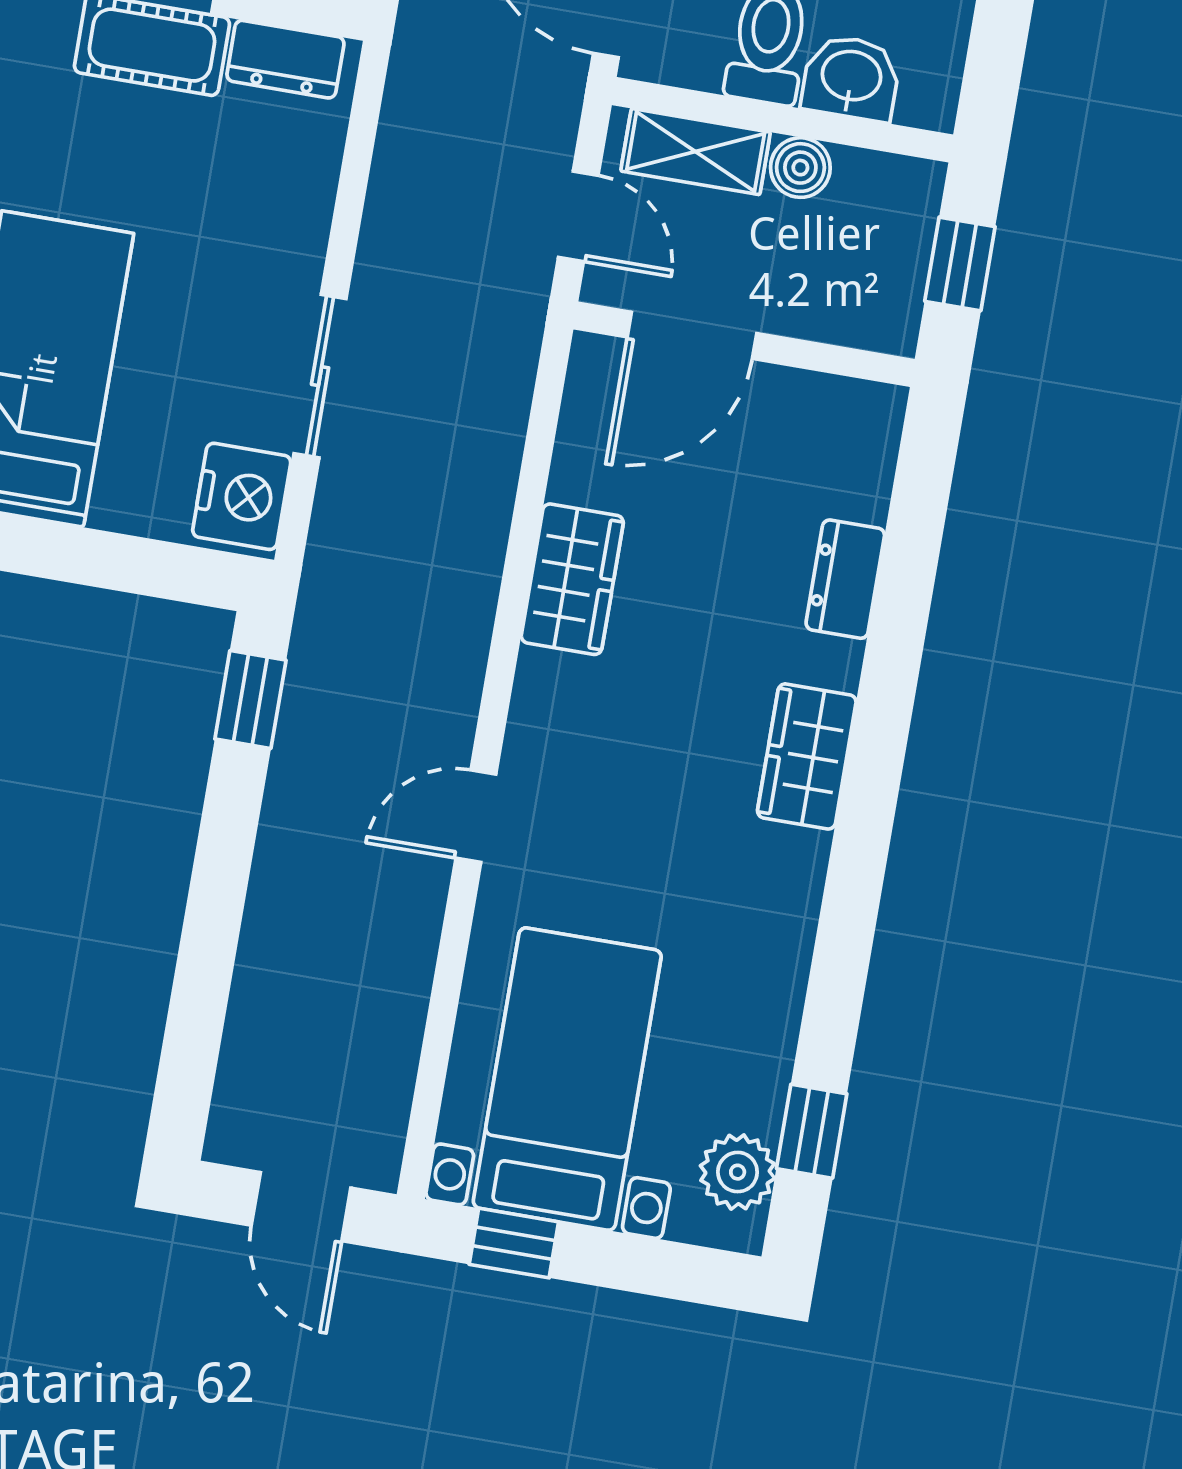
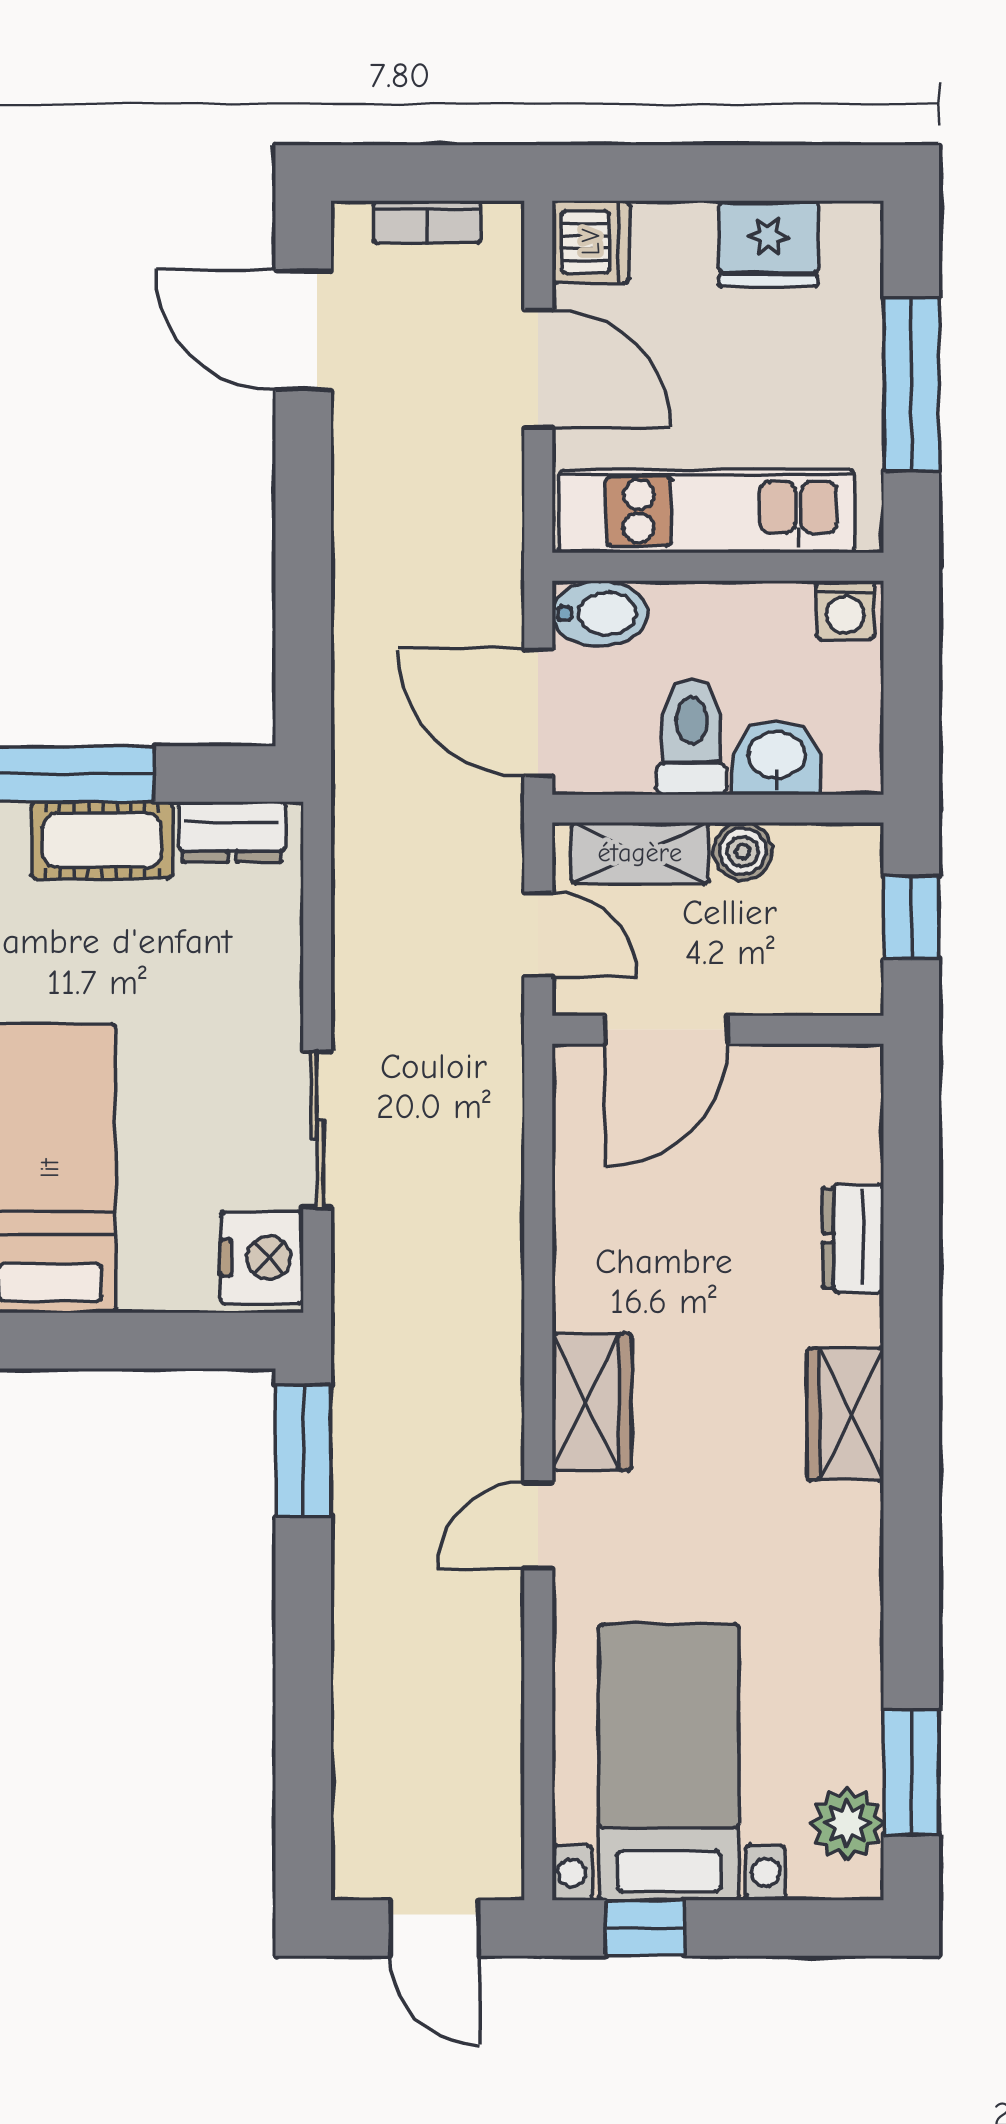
wardrobe: (572, 579) -> (592, 1402), moved
window: (250, 699) -> (303, 1451), width x1.50
window: (812, 1131) -> (911, 1772), width x1.50

